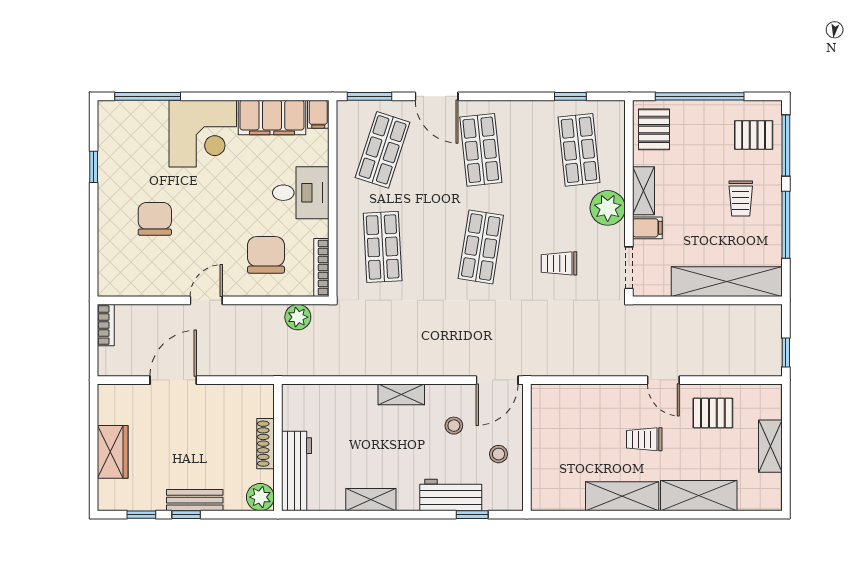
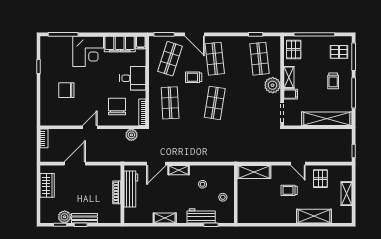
chair: (155, 219) -> (66, 90), turned -90
trolley: (559, 263) -> (194, 77), moved
door: (497, 380) -> (156, 164), moved
pallet: (713, 413) -> (320, 179), turned 90
wardrobe: (113, 452) -> (47, 185), moved
workbench: (297, 471) -> (131, 189), moved
shelving: (622, 496) -> (254, 172), moved
plant: (260, 497) -> (65, 217), moved

